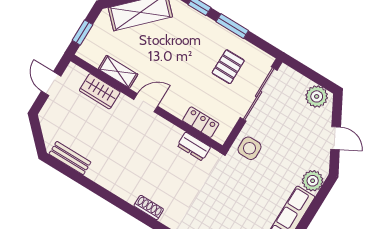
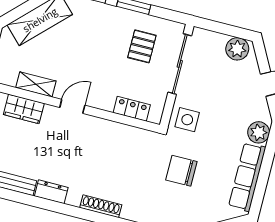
dresser: (194, 146) -> (51, 192), moved, turned 180
chair: (229, 194) -> (181, 171), added
shoe rack: (149, 208) -> (101, 206), width x1.43

